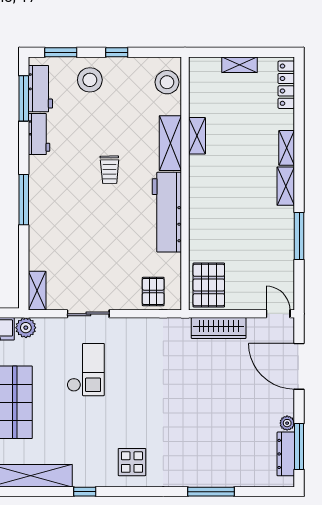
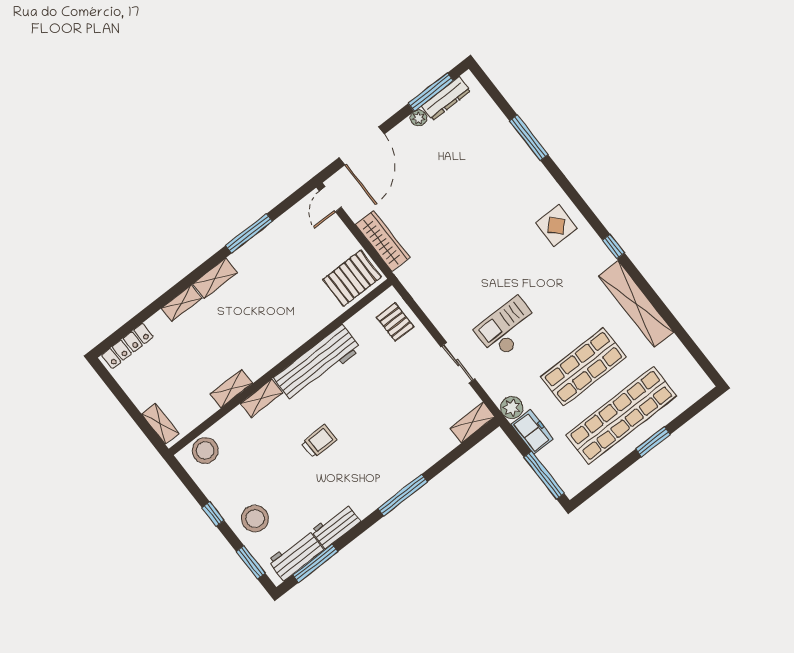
shelving: (239, 65) -> (160, 424), moved
shelving: (170, 143) -> (262, 398), width x0.67, depth x0.75
pallet: (153, 291) -> (395, 322), turned 90

